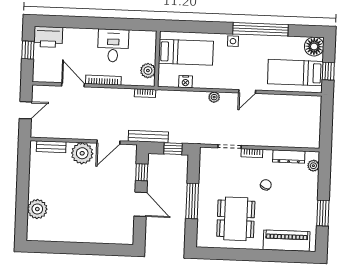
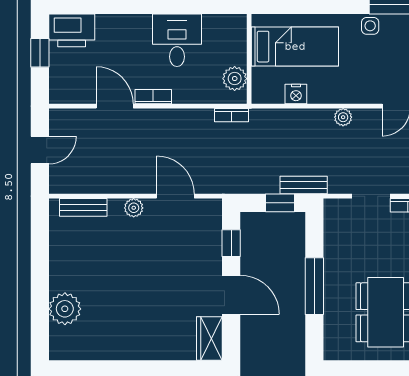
bookcase: (103, 80) -> (153, 97), width x0.64
bench: (148, 137) -> (304, 185), moved, width x0.73
door: (108, 142) -> (175, 196), swing flipped
plant: (82, 153) -> (134, 208), width x0.53, depth x0.53
wardrobe: (126, 231) -> (209, 338), added

